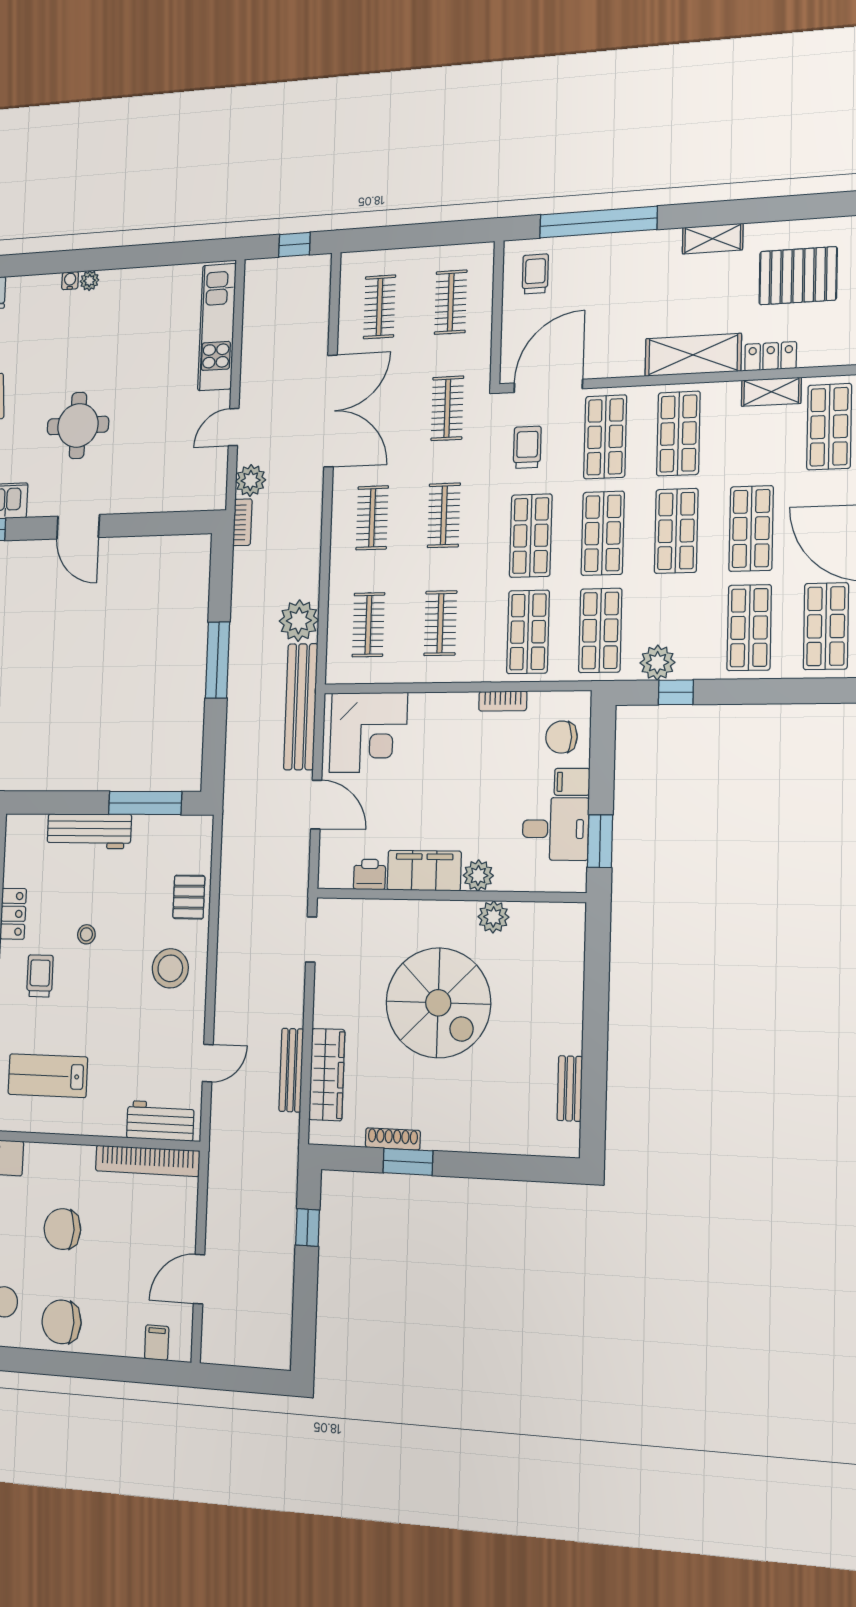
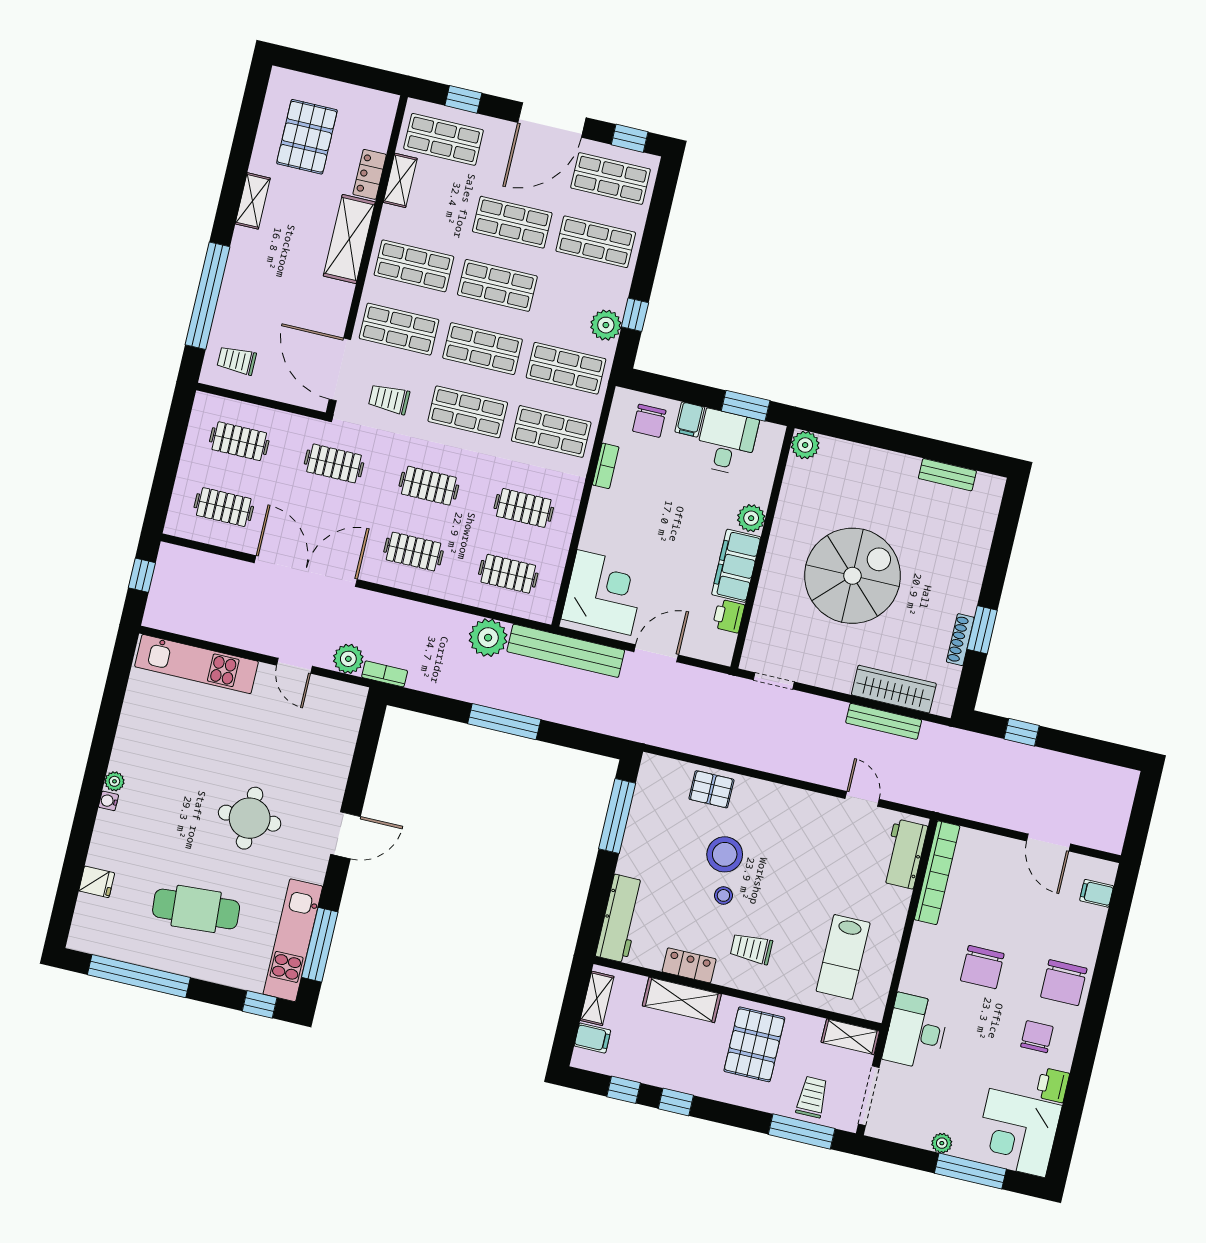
workbench: (89, 831) -> (620, 919), moved
plant: (493, 917) -> (805, 445), moved
stool: (170, 968) -> (725, 854), moved

